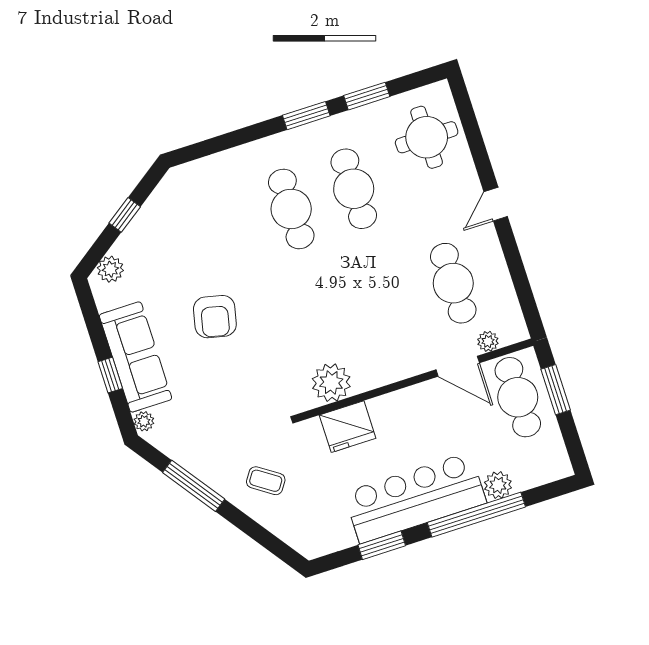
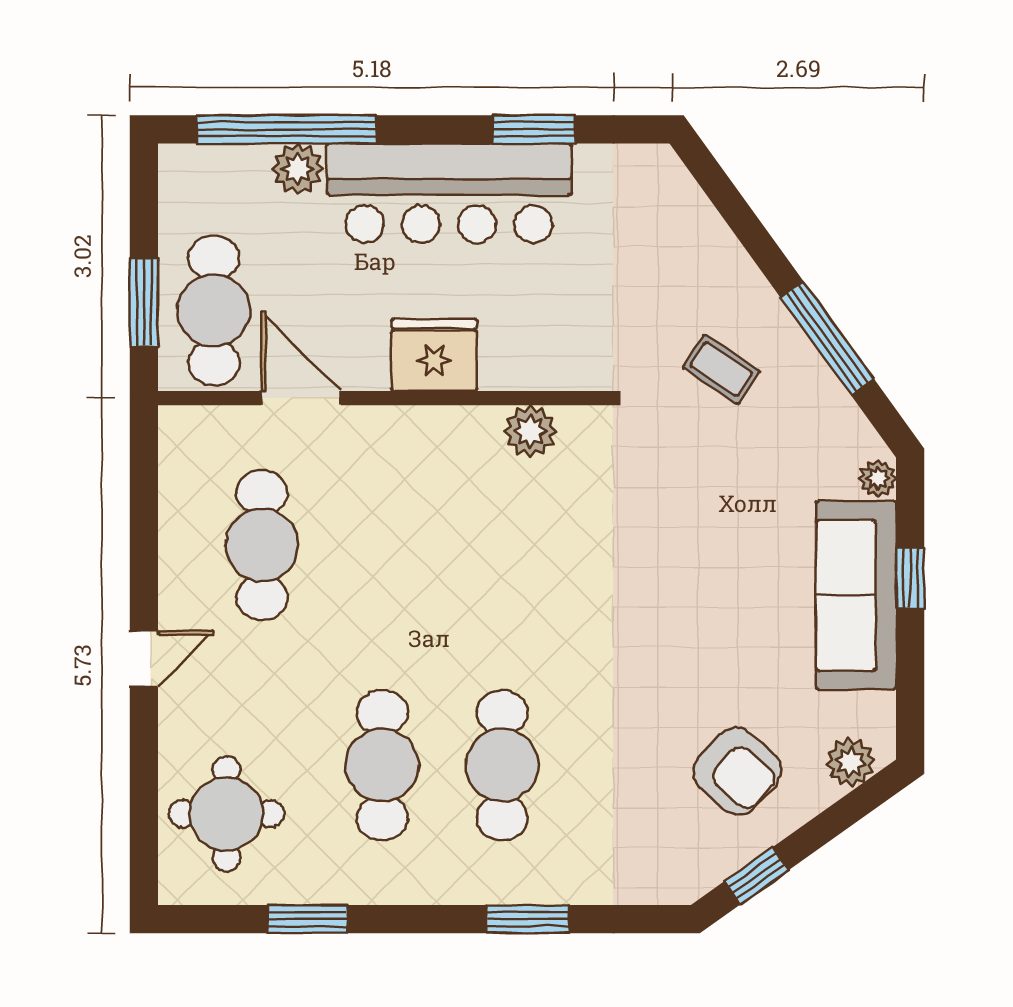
window: (306, 116) -> (528, 919), moved
window: (125, 215) -> (756, 876), moved
armchair: (215, 317) -> (737, 771), moved, turned 119
plant: (488, 341) -> (234, 424), removed
plant: (331, 383) -> (530, 431), width x0.73, depth x0.73
fridge: (348, 427) -> (434, 355), moved
coffee table: (266, 481) -> (721, 369), moved
window: (476, 515) -> (287, 129), moved

